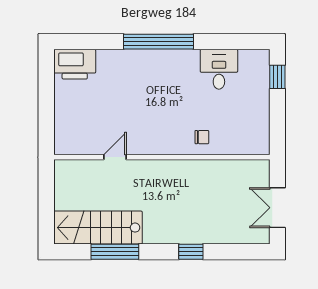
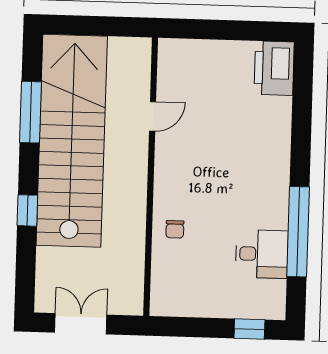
window: (158, 42) -> (298, 232), moved
door: (115, 157) -> (153, 116), hinge flipped
stairs: (98, 228) -> (72, 141), width x1.86, depth x1.51

